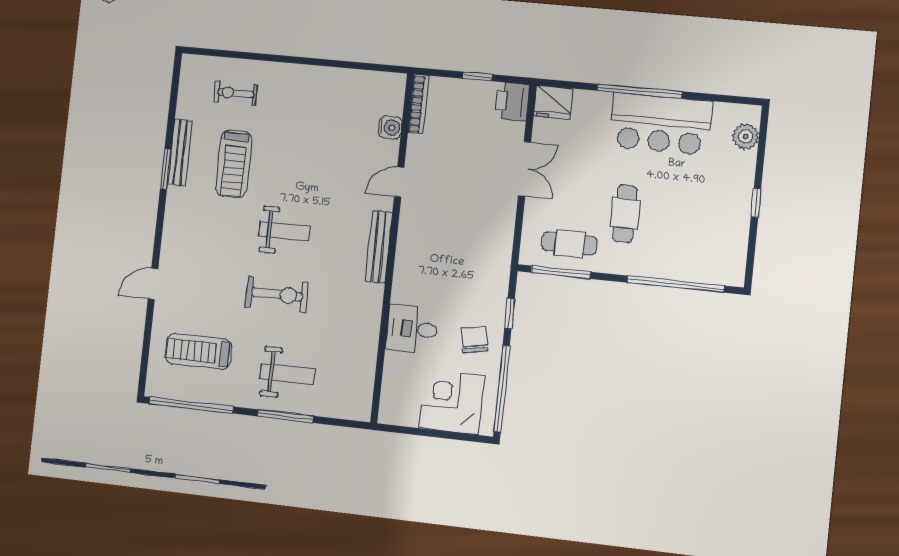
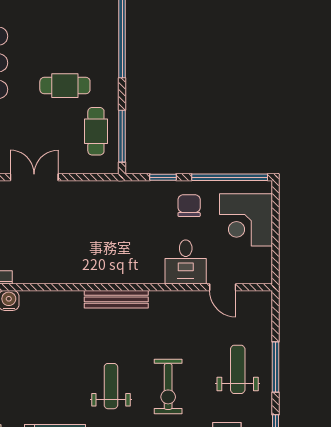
door: (399, 182) -> (223, 287), moved
exercise bike: (277, 294) -> (168, 386), turned 180
chair: (475, 340) -> (189, 206), turned 100

